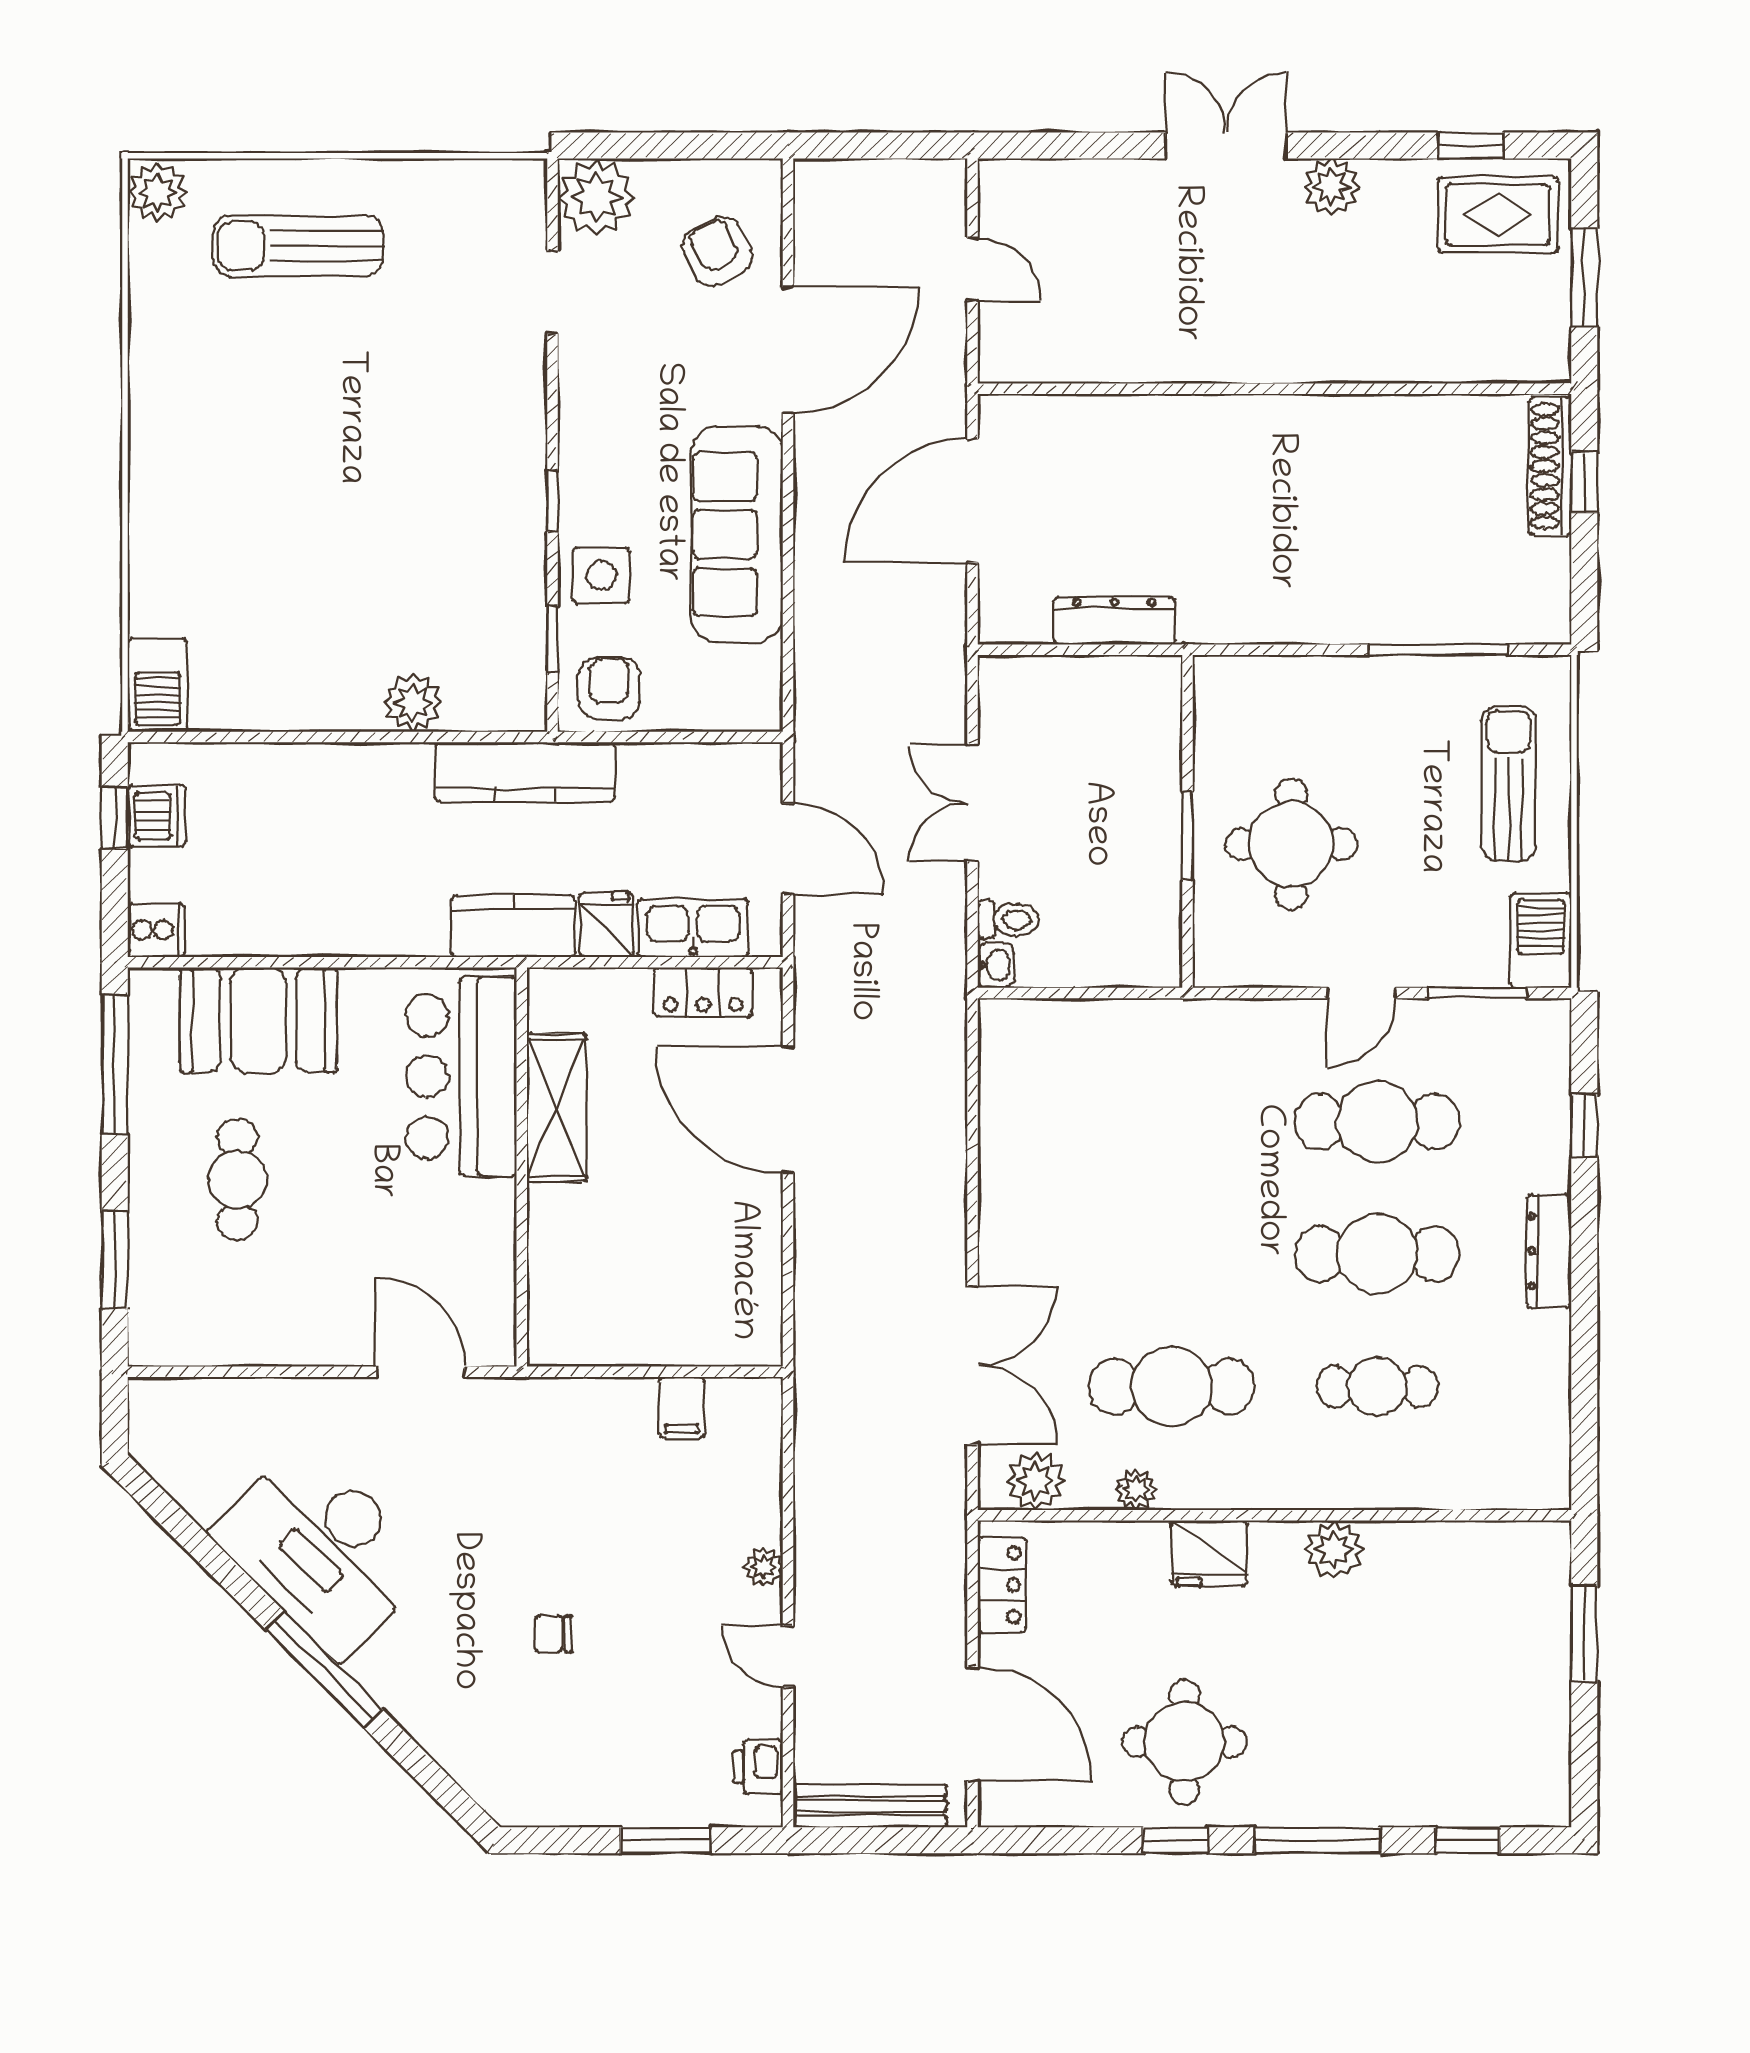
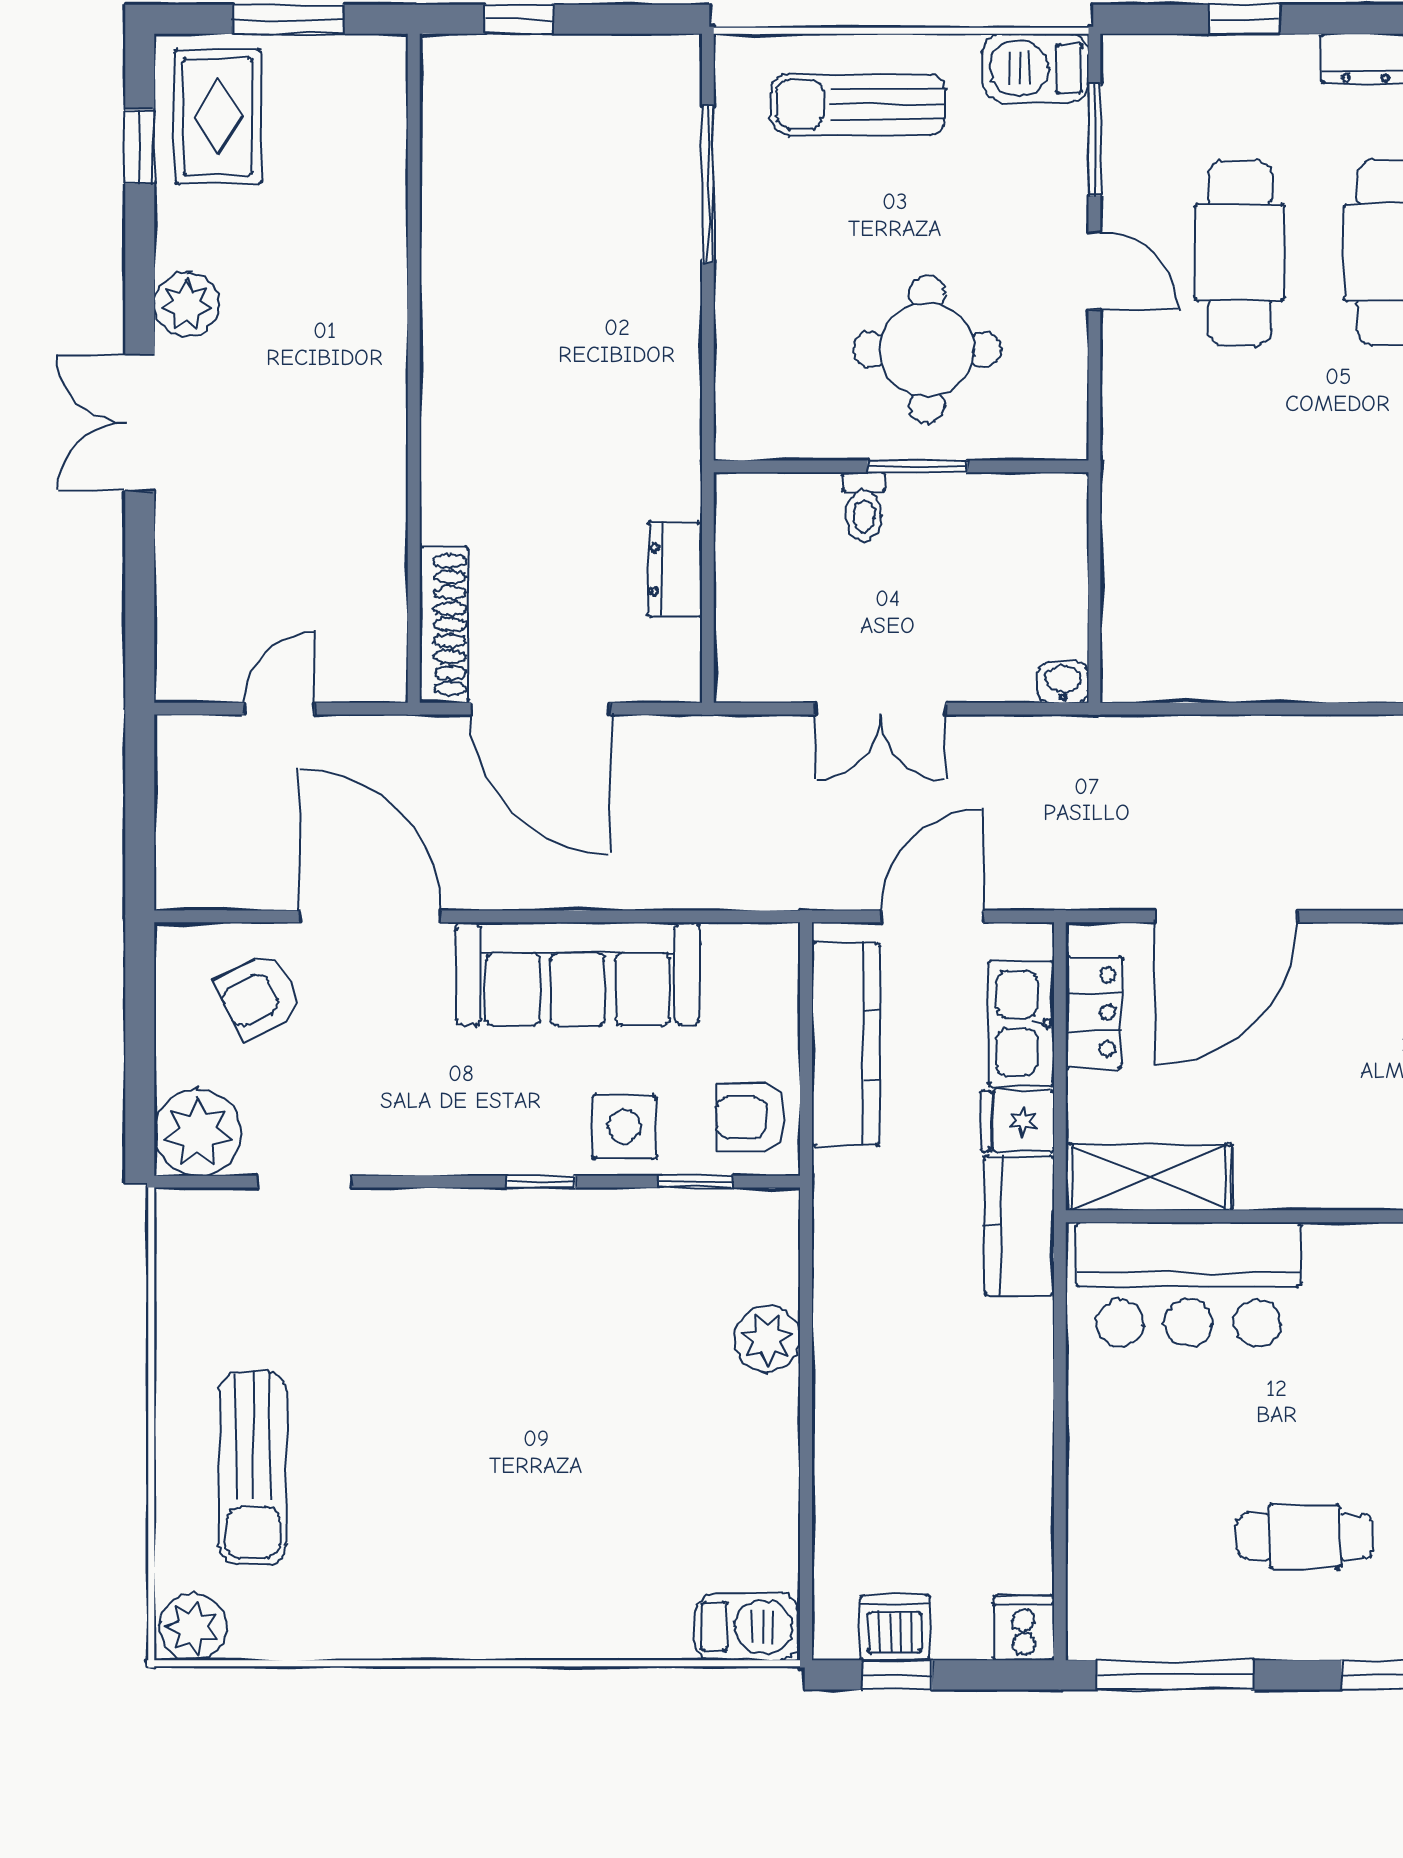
shoe rack: (1550, 466) -> (444, 625), moved, turned -90
dresser: (1114, 621) -> (675, 569), width x0.70
kitchen counter: (525, 772) -> (846, 1044), moved
toilet: (1008, 920) -> (864, 507), moved, turned 180
booth: (258, 1020) -> (1125, 1513), removed
shelving: (556, 1108) -> (1149, 1177), moved

